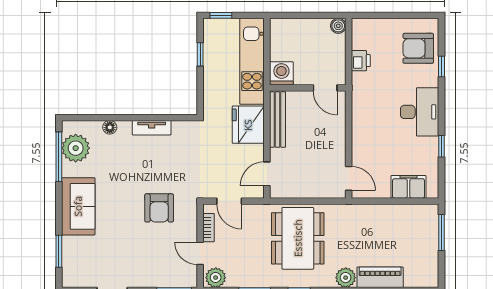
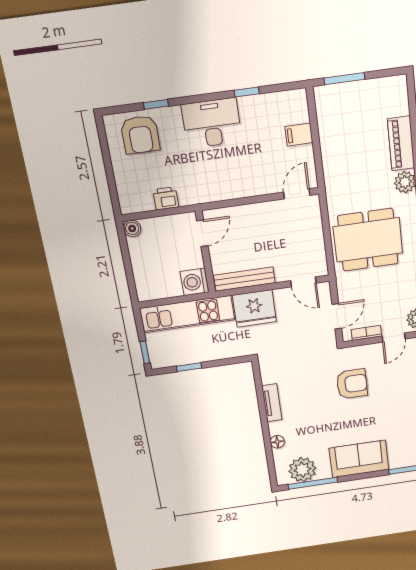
filing cabinet: (409, 187) -> (299, 135), width x0.50

